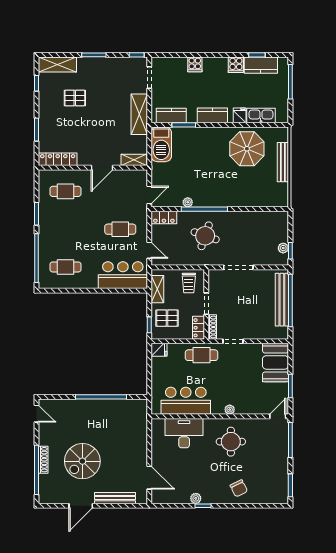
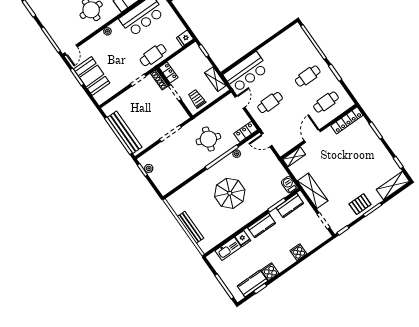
pallet: (75, 98) -> (360, 204), moved
barbecue: (161, 144) -> (289, 185), width x0.53, depth x0.65
parasol: (247, 149) -> (230, 193), moved
door: (149, 195) -> (267, 140), hinge flipped
door: (149, 250) -> (240, 102), swing flipped
cafe table: (65, 267) -> (308, 76), moved
pallet: (167, 318) -> (195, 64), removed
booth: (275, 362) -> (92, 76), moved

